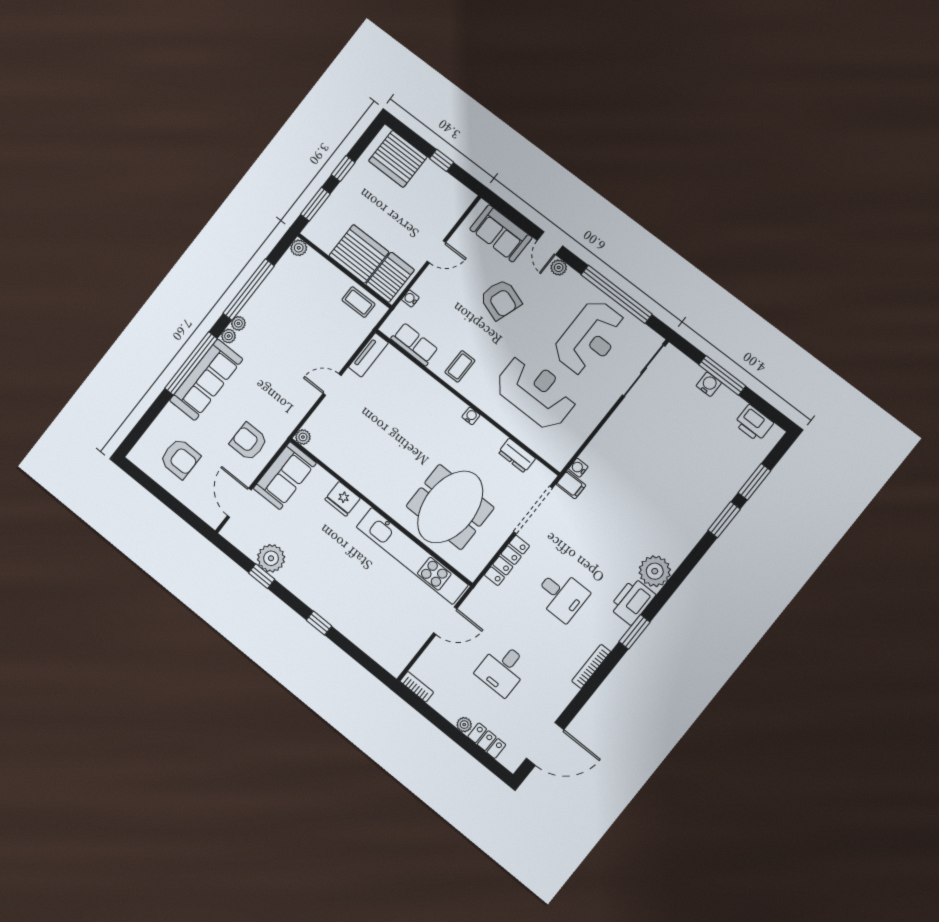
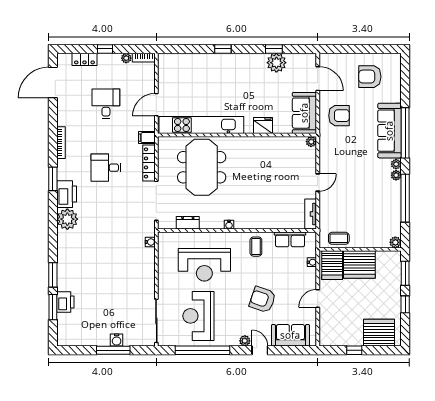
printer: (754, 423) -> (65, 302), moved, turned 90
filing cabinet: (571, 485) -> (147, 138), moved
plant: (464, 725) -> (126, 58), moved
window: (454, 733) -> (105, 49), added

